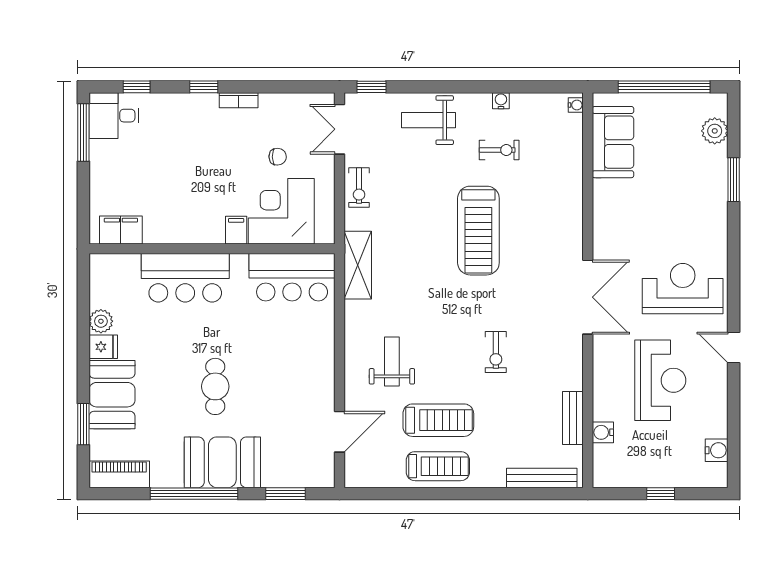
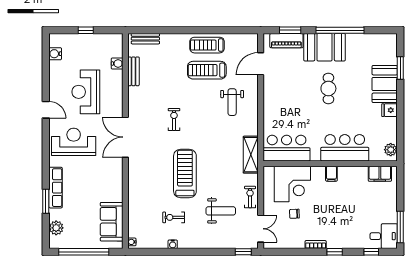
weight bench: (428, 120) -> (221, 211), moved
row of seats: (716, 205) -> (56, 188), added
filing cabinet: (236, 230) -> (331, 174), moved
reception desk: (683, 289) -> (74, 142), turned 180
plant: (101, 321) -> (391, 150), moved
exercise bike: (496, 352) -> (174, 119), moved
piano: (119, 474) -> (286, 41), moved
bench: (542, 478) -> (145, 39), width x0.73

